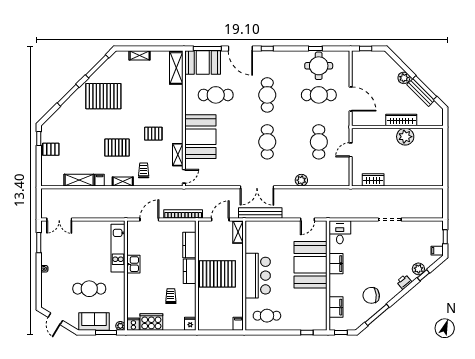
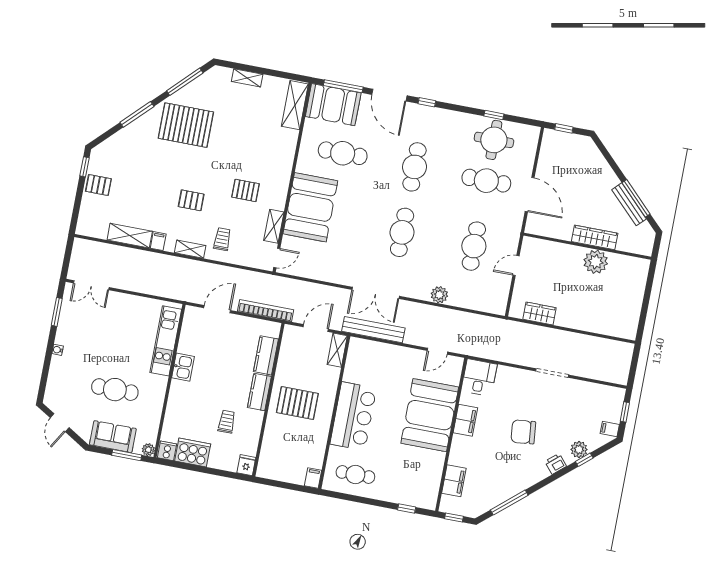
plant: (404, 78) -> (609, 179), removed
pallet: (117, 148) -> (191, 200), width x0.67, depth x0.71
pallet: (217, 274) -> (297, 403), width x0.73, depth x0.71
chair: (371, 295) -> (523, 432), moved

